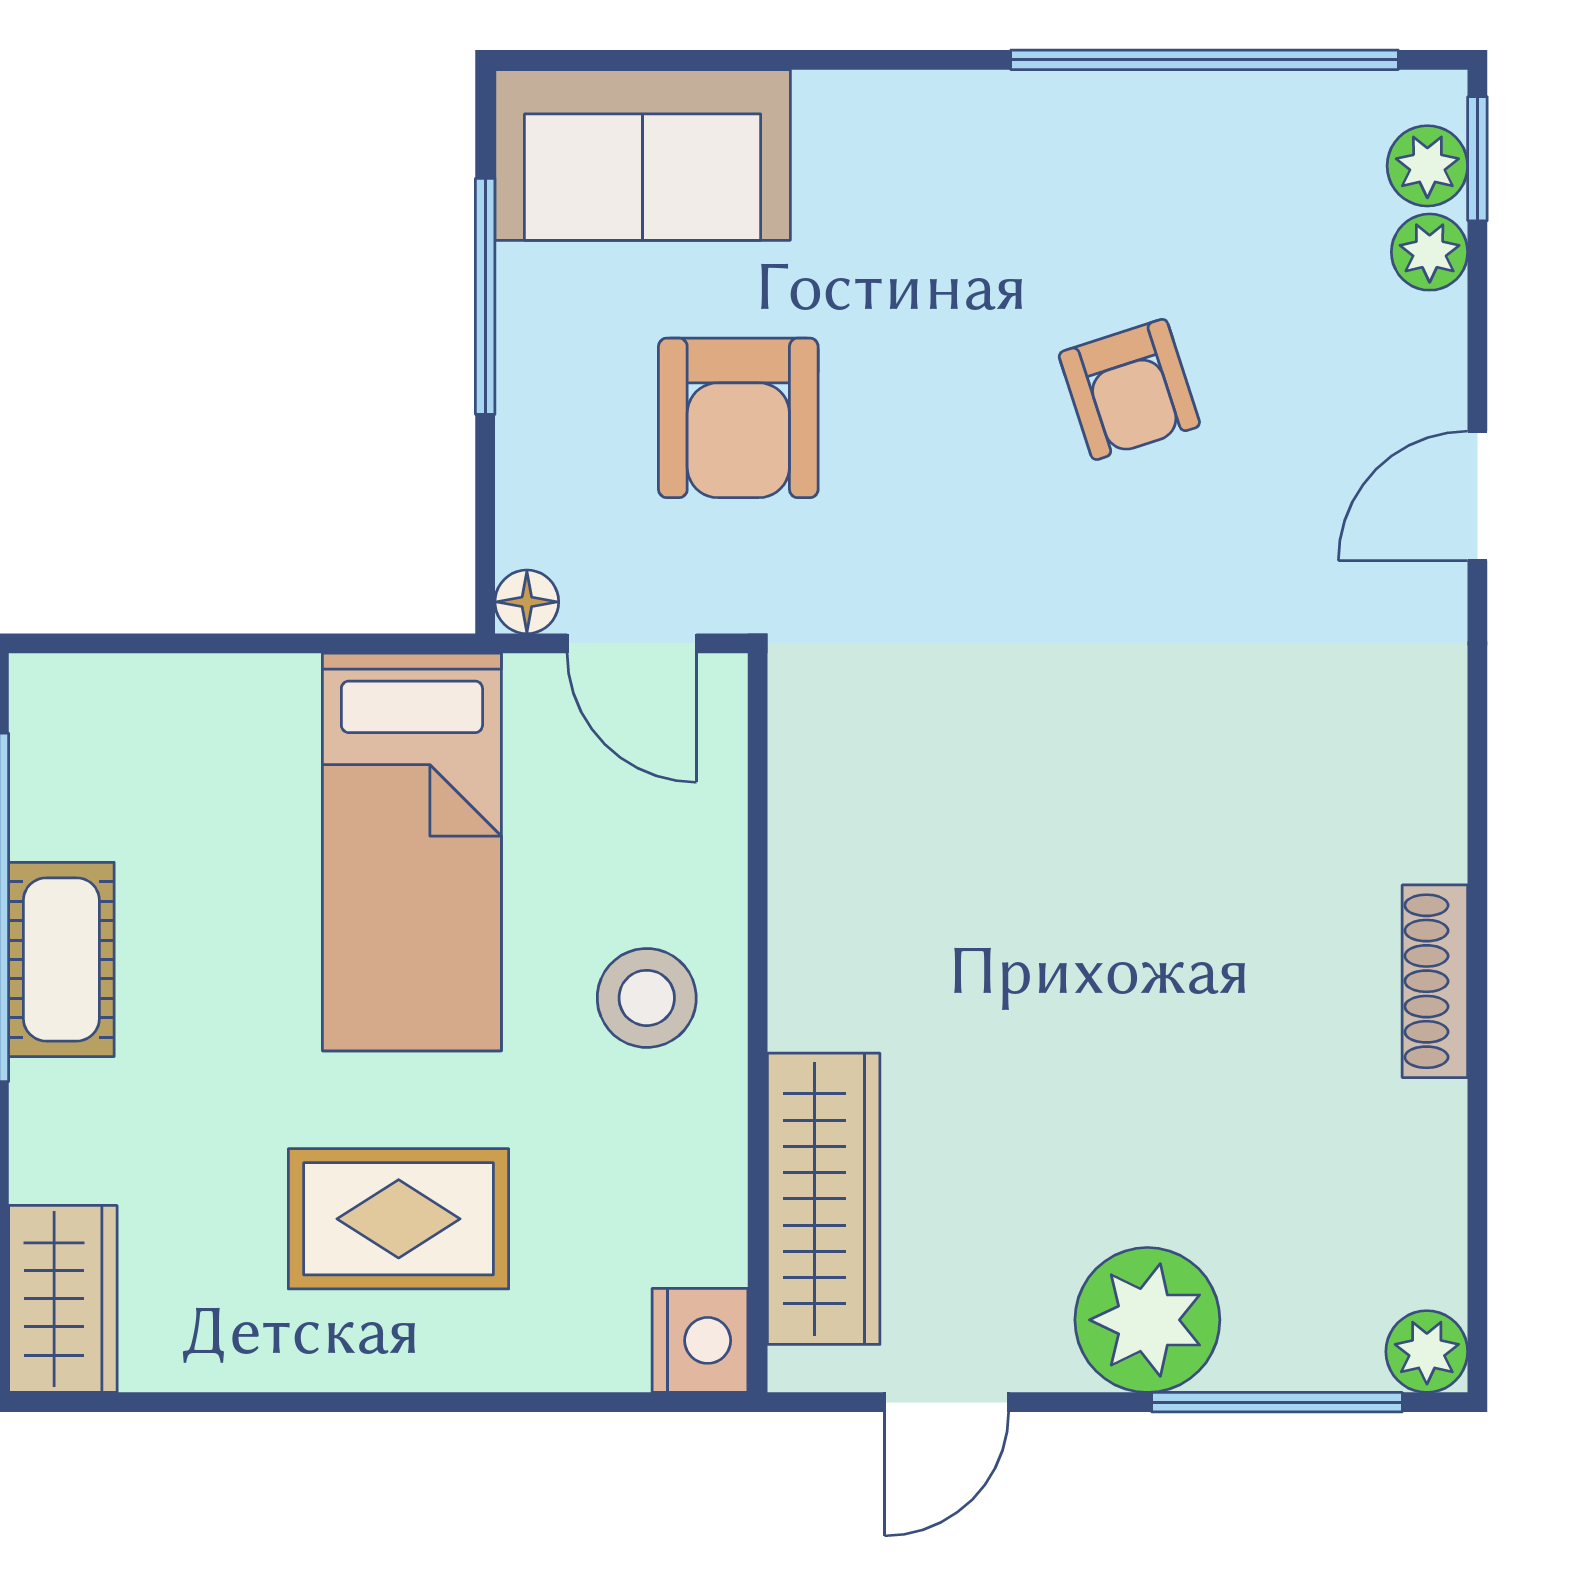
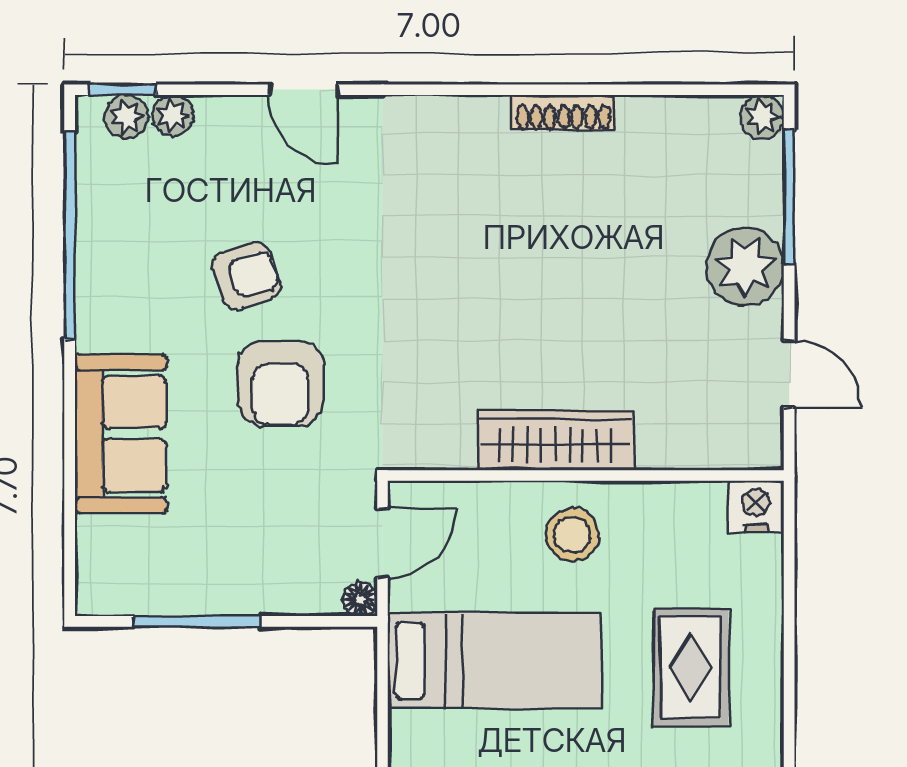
sofa: (643, 155) -> (121, 434), moved
armchair: (738, 418) -> (281, 384), moved, turned 90
wardrobe: (824, 1199) -> (556, 440), moved

